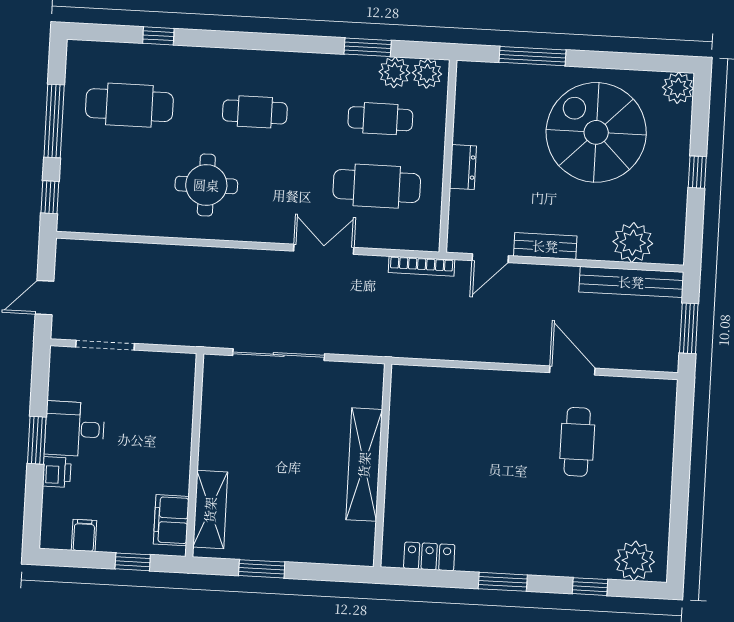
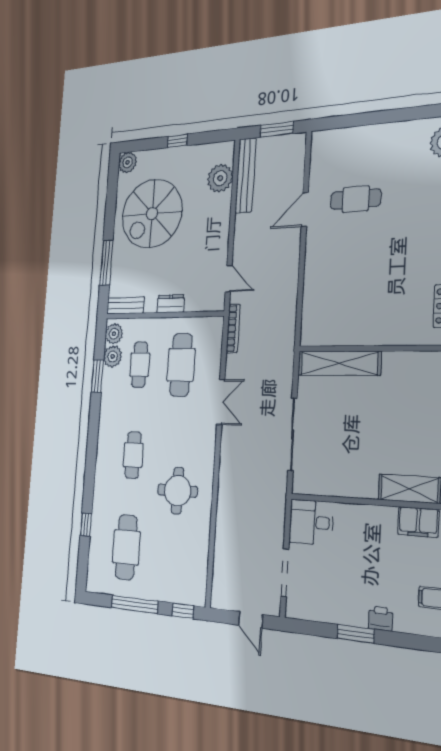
bench: (545, 246) -> (125, 305), moved, turned 90
double door: (324, 249) -> (221, 402), swing flipped
desk: (75, 429) -> (311, 522), moved, turned 90
shelving: (364, 465) -> (339, 363), moved

